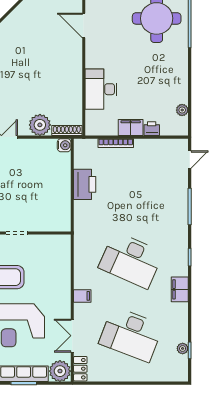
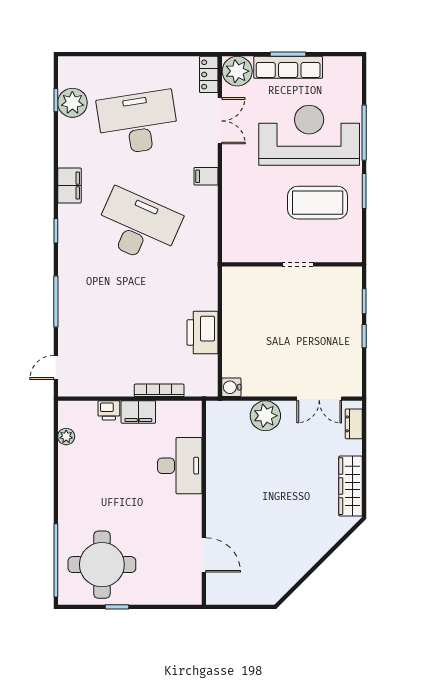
shoe rack: (67, 131) -> (228, 408), removed
desk: (131, 334) -> (138, 123), turned -30
plant: (183, 348) -> (72, 103), width x1.88, depth x1.88

